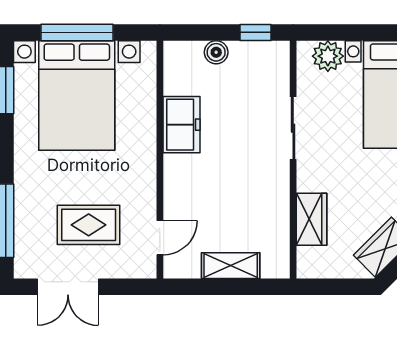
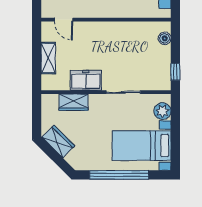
boiler: (216, 52) -> (165, 38), moved
freezer: (182, 125) -> (86, 80), moved, turned 180

